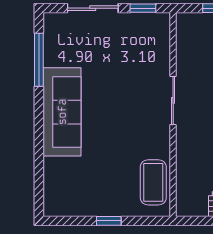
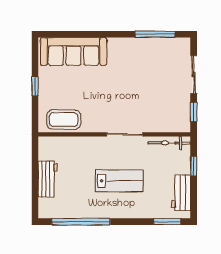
bicycle: (185, 41) -> (169, 143), added
sofa: (62, 112) -> (74, 52), moved

